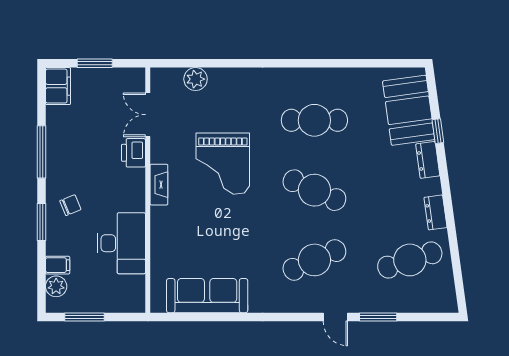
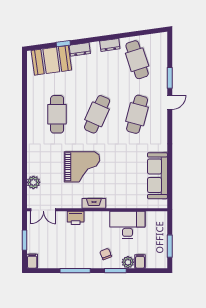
filing cabinet: (58, 86) -> (32, 261), width x0.50
double door: (148, 115) -> (43, 210), moved
cafe table: (314, 260) -> (137, 114), turned 39
plant: (56, 286) -> (128, 262), moved

